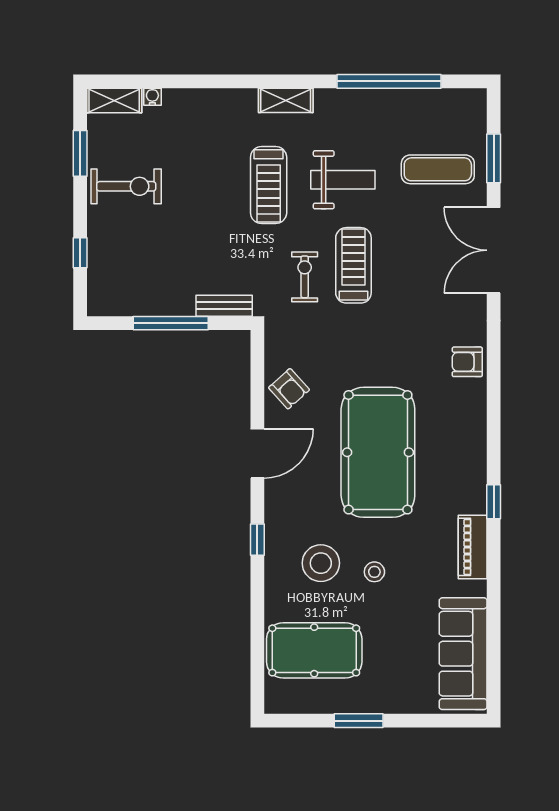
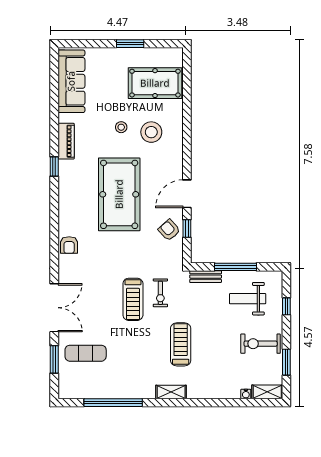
weight bench: (343, 180) -> (248, 299), moved
armchair: (467, 362) -> (69, 245), turned 90
window: (257, 540) -> (187, 228), moved

